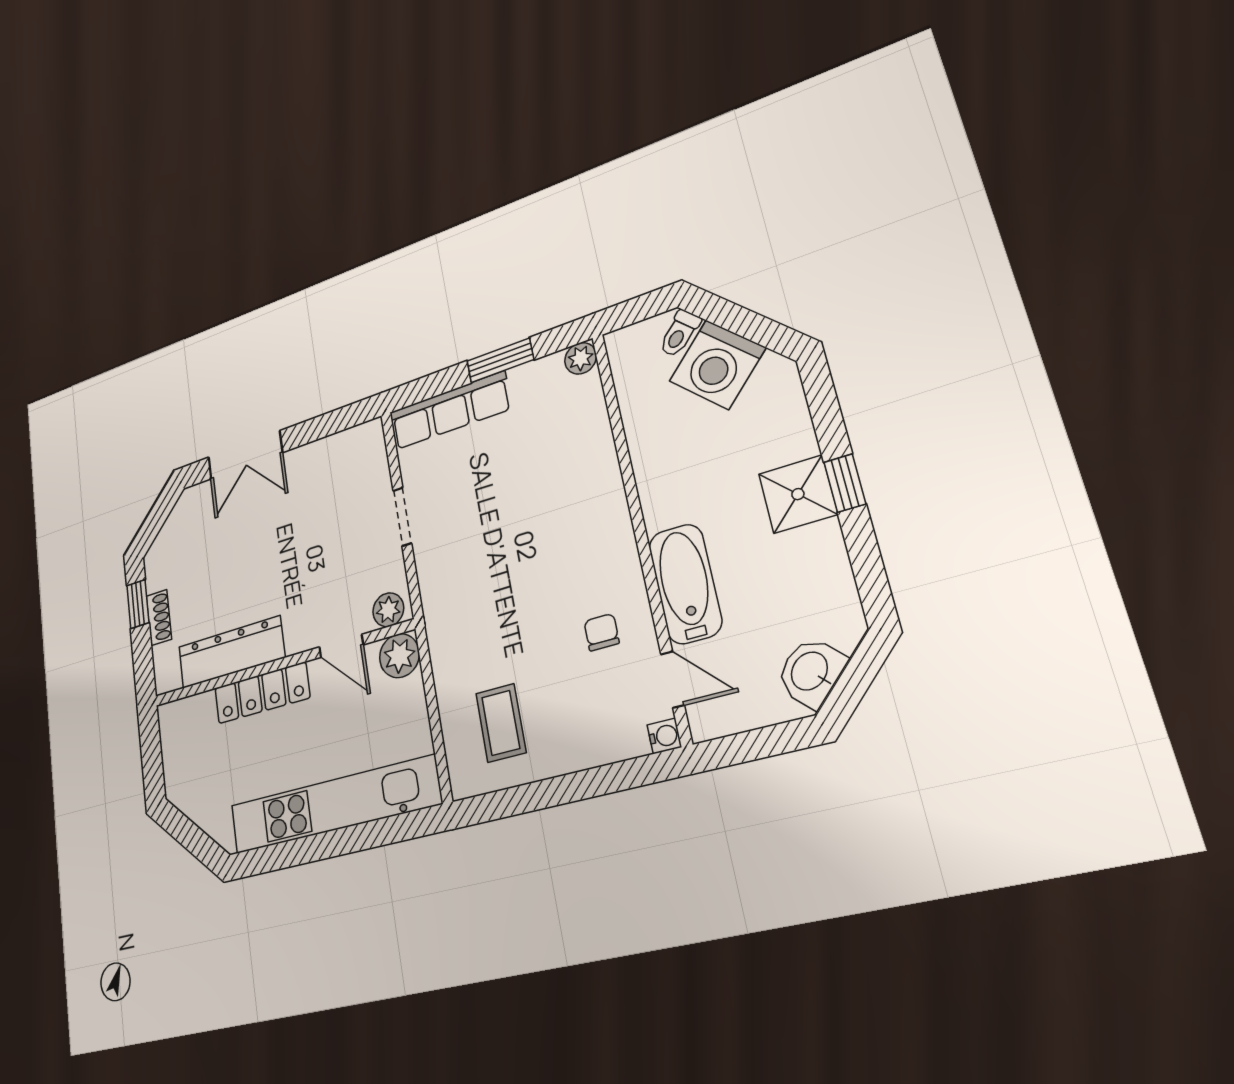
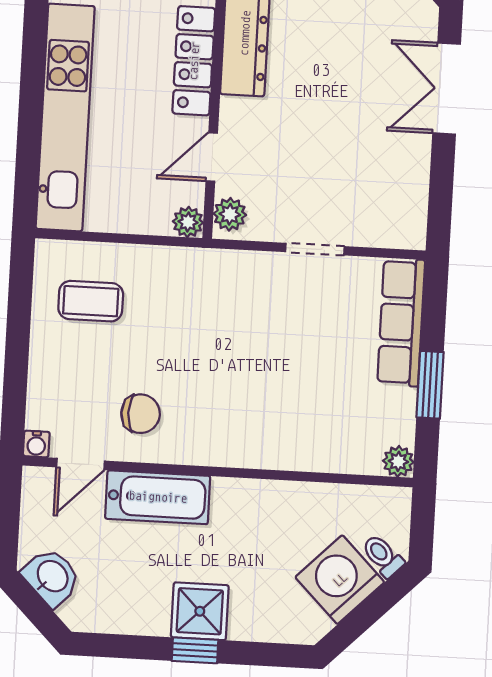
chair: (602, 632) -> (141, 414), width x1.37, depth x1.37
plant: (399, 656) -> (188, 222), width x0.73, depth x0.73

